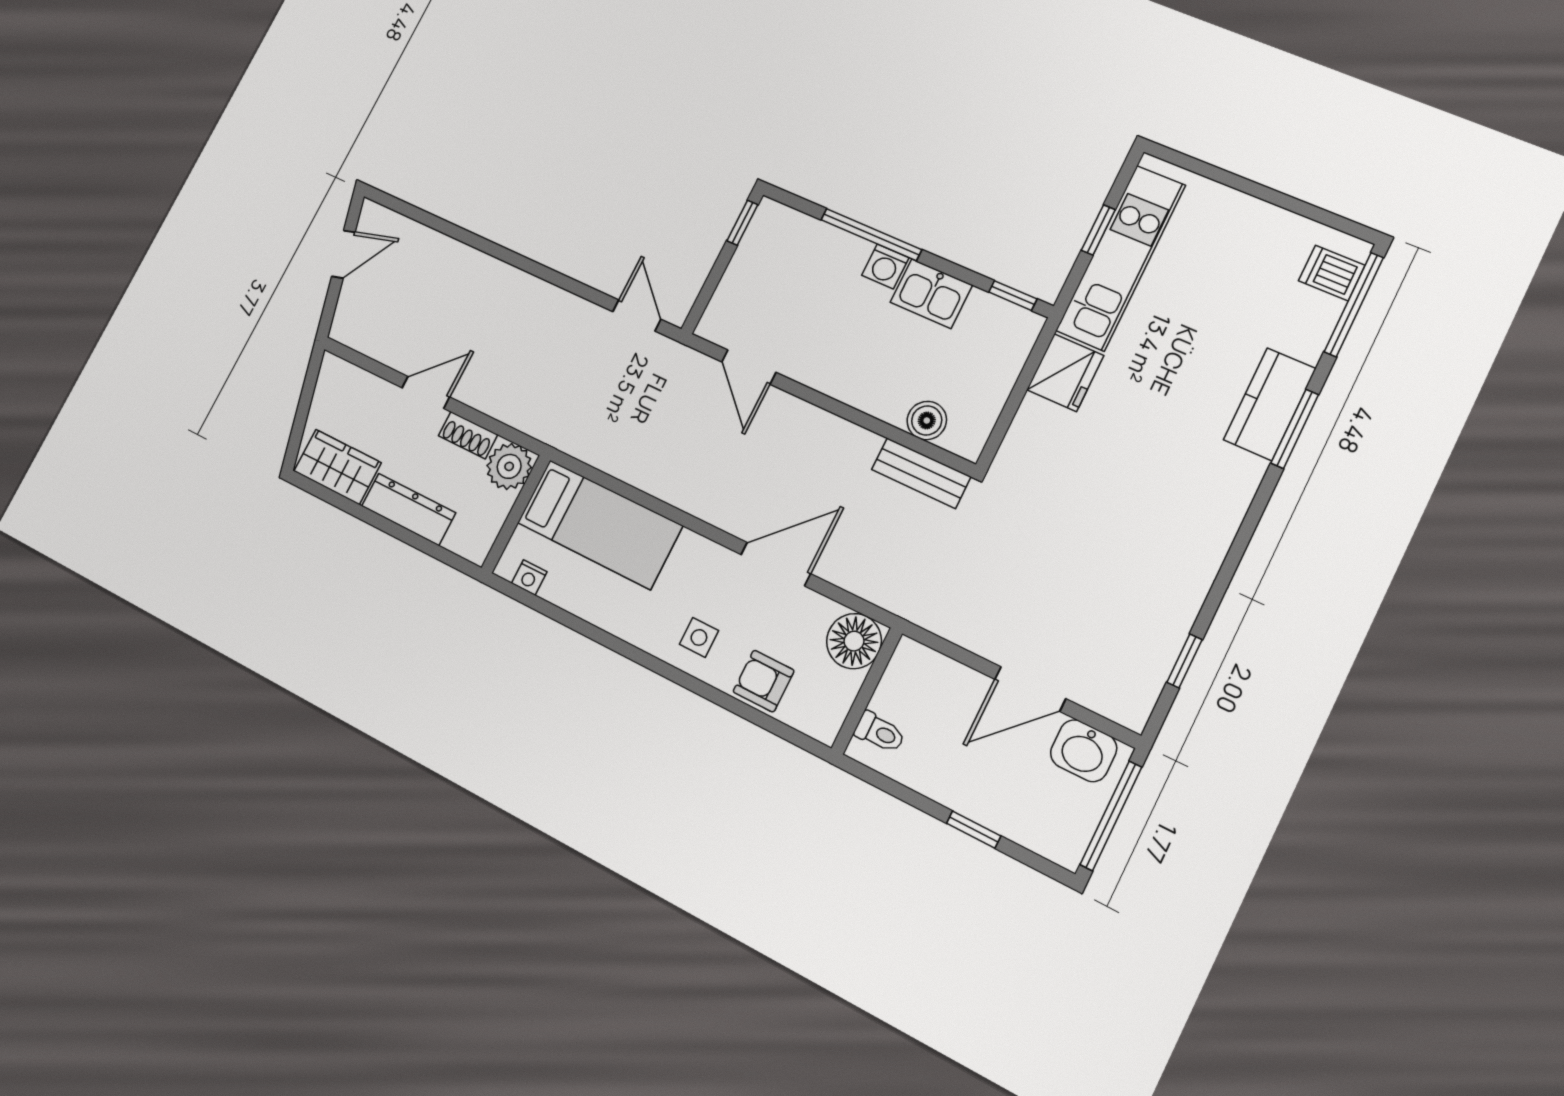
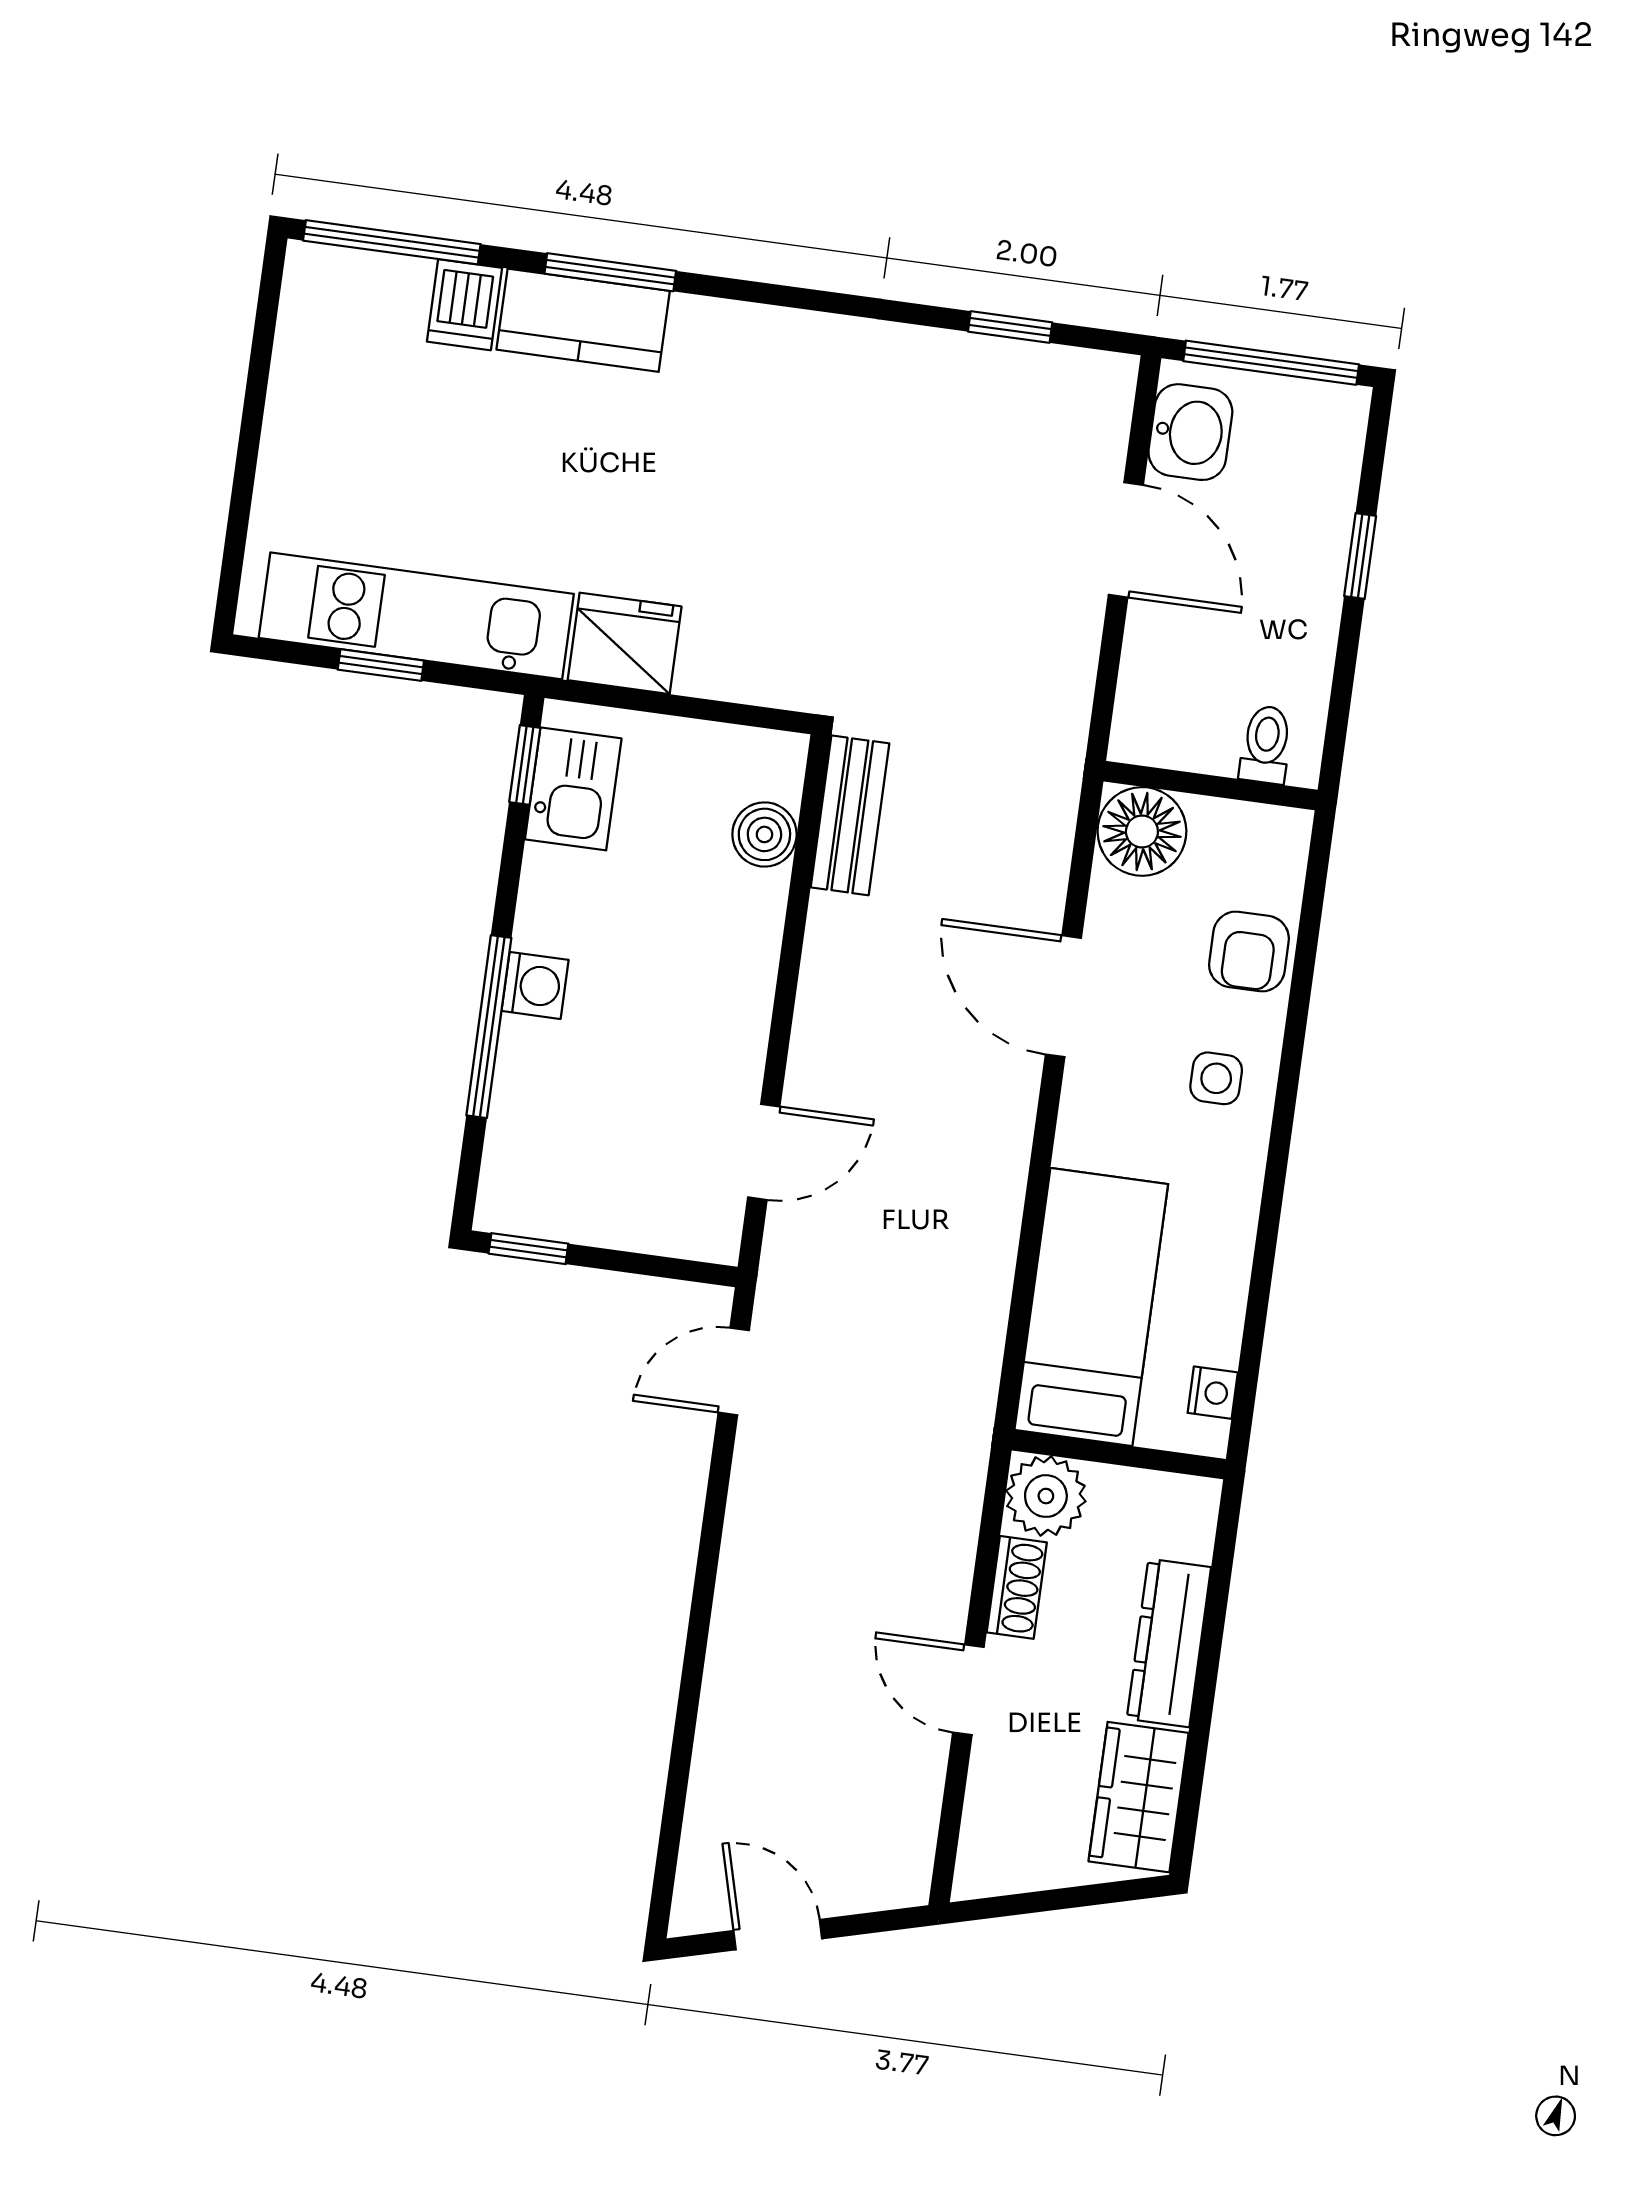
dishwasher: (1332, 273) -> (464, 305), moved
kitchen sink: (931, 294) -> (573, 789), moved

